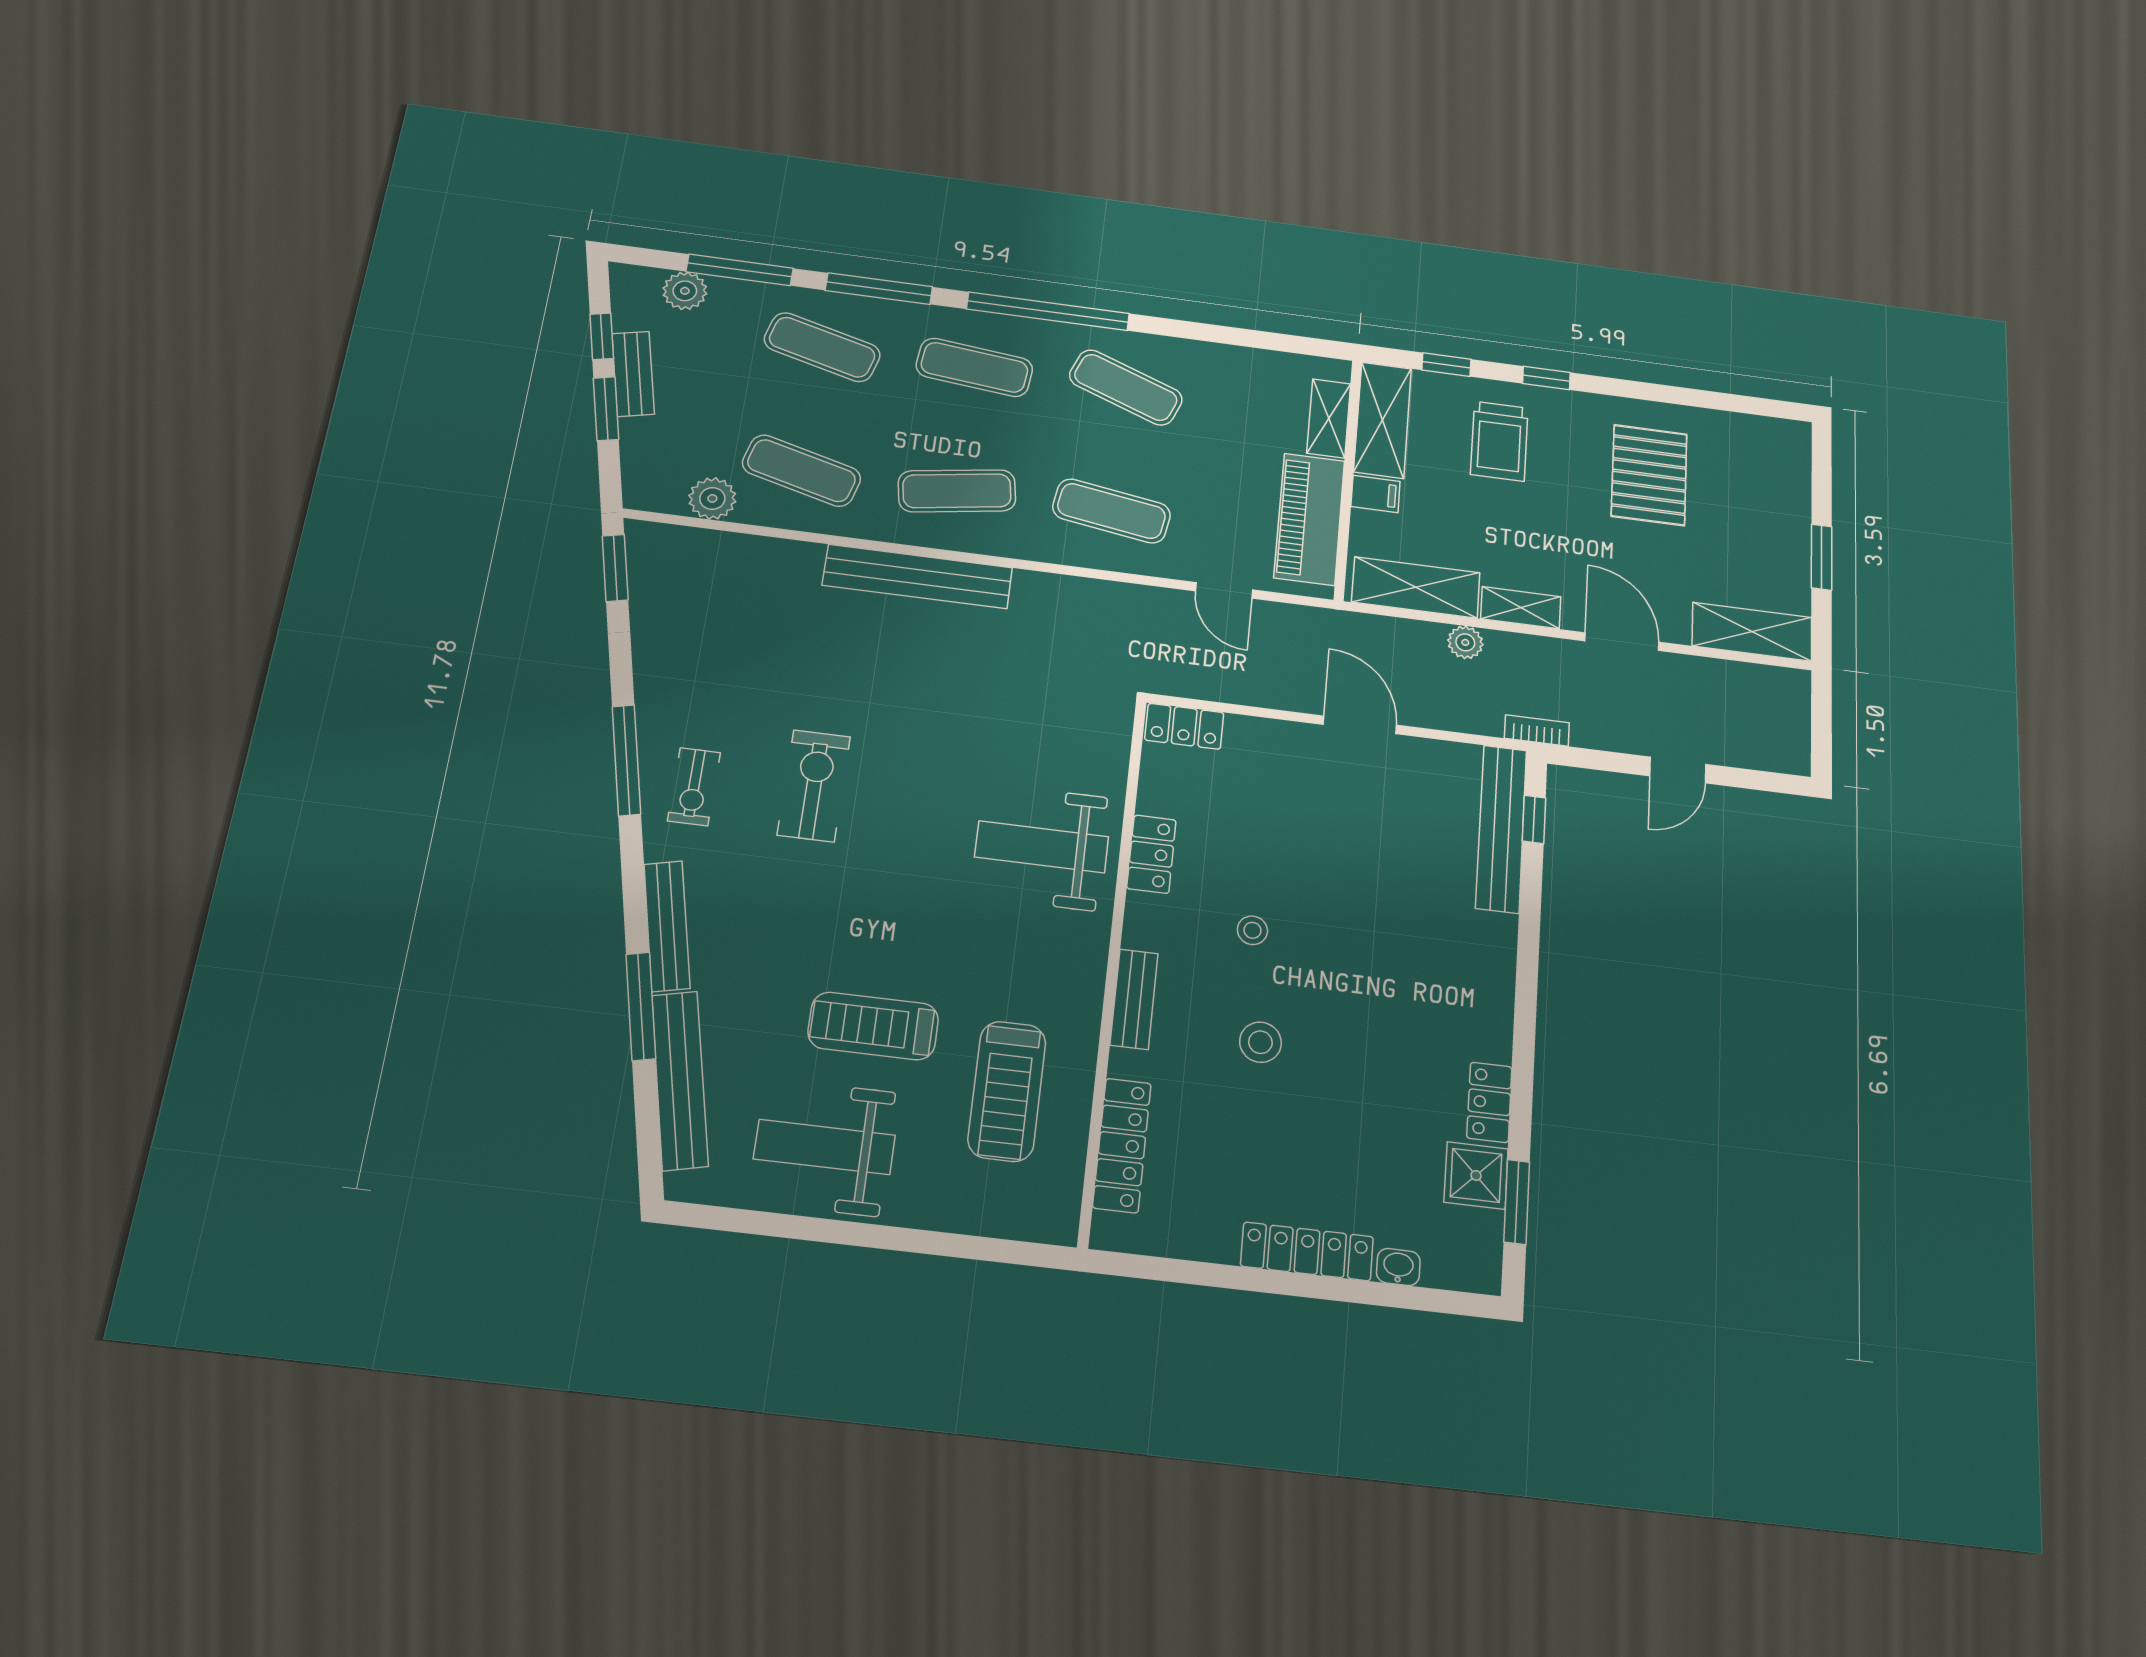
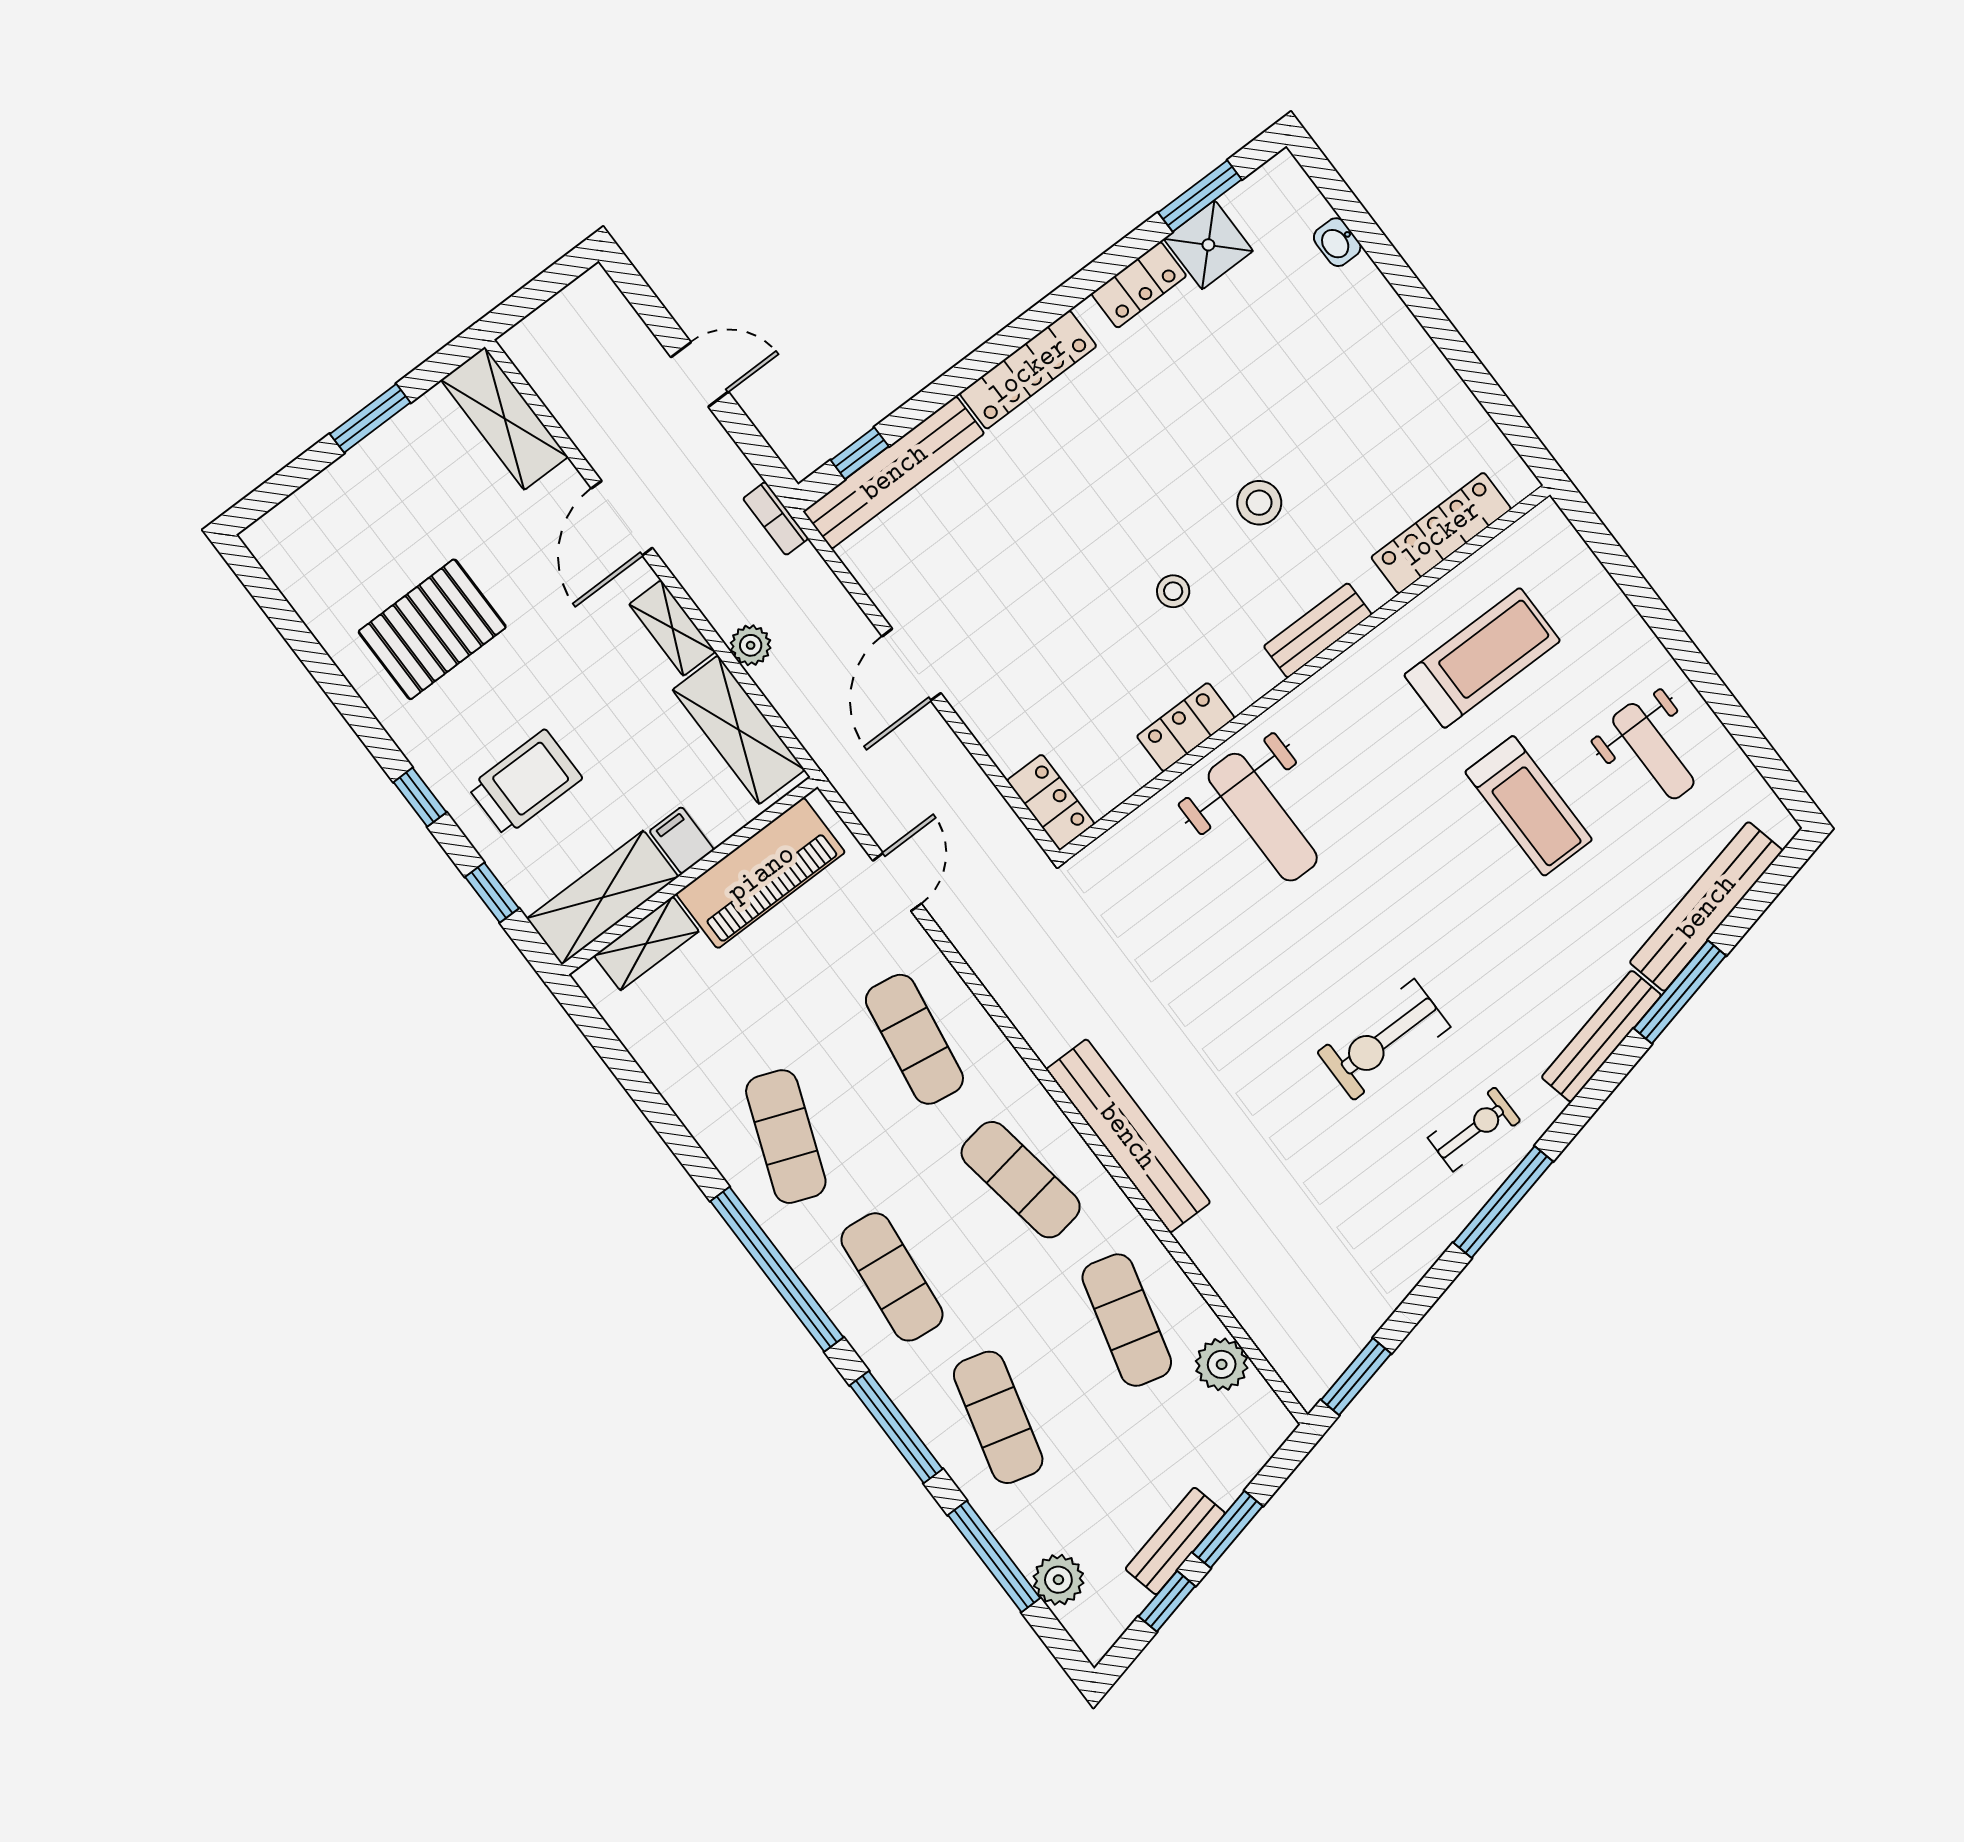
weight bench: (824, 1147) -> (1653, 751), width x0.73, depth x0.75
locker: (1307, 1251) -> (1028, 370), moved, turned -90

